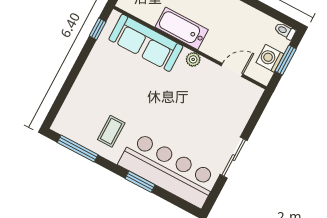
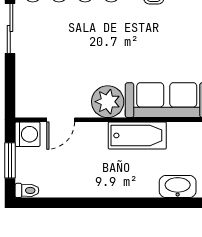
washing machine: (270, 58) -> (28, 134), moved
plant: (193, 59) -> (108, 102), width x1.88, depth x1.88

